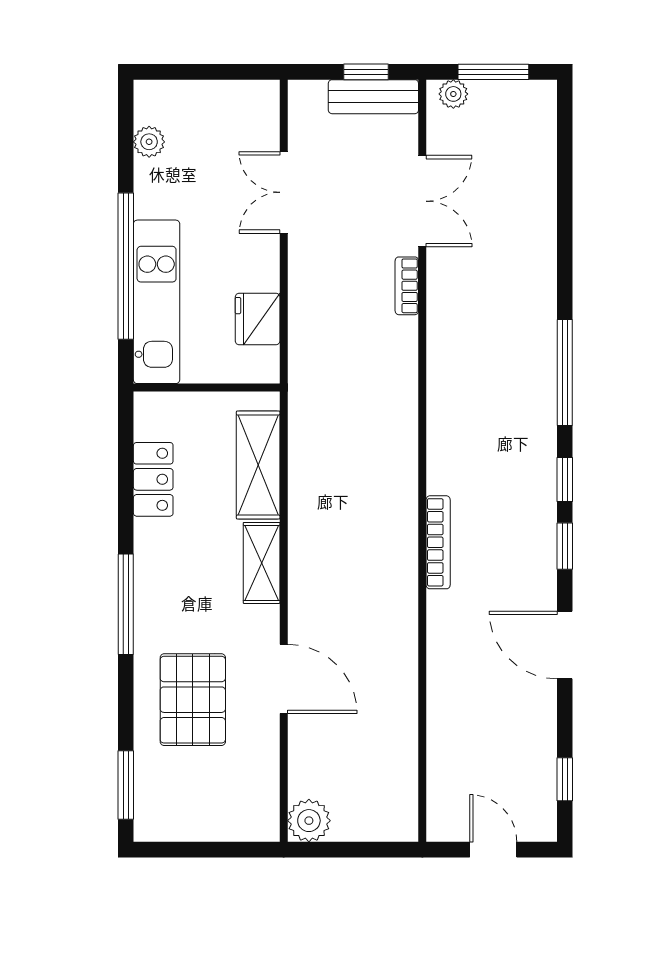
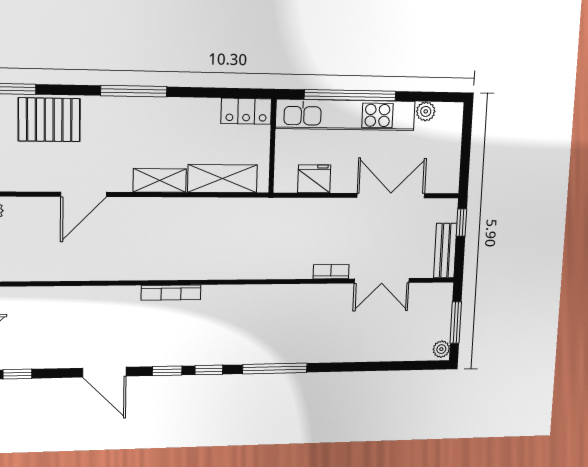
window: (366, 72) -> (461, 223), moved
plant: (453, 94) -> (441, 349), moved
double door: (284, 192) -> (391, 196), width x1.37
kitchen unit: (157, 302) -> (346, 115), width x1.36
locker: (153, 479) -> (246, 111), moved
door: (565, 645) -> (104, 372), swing flipped
pallet: (193, 700) -> (49, 120), moved

